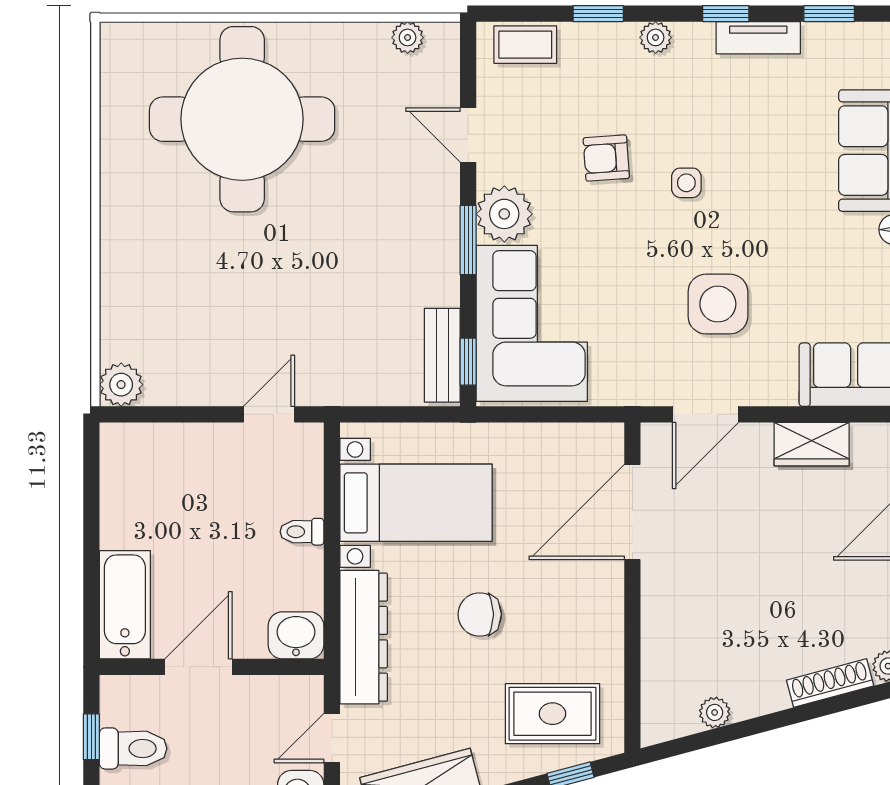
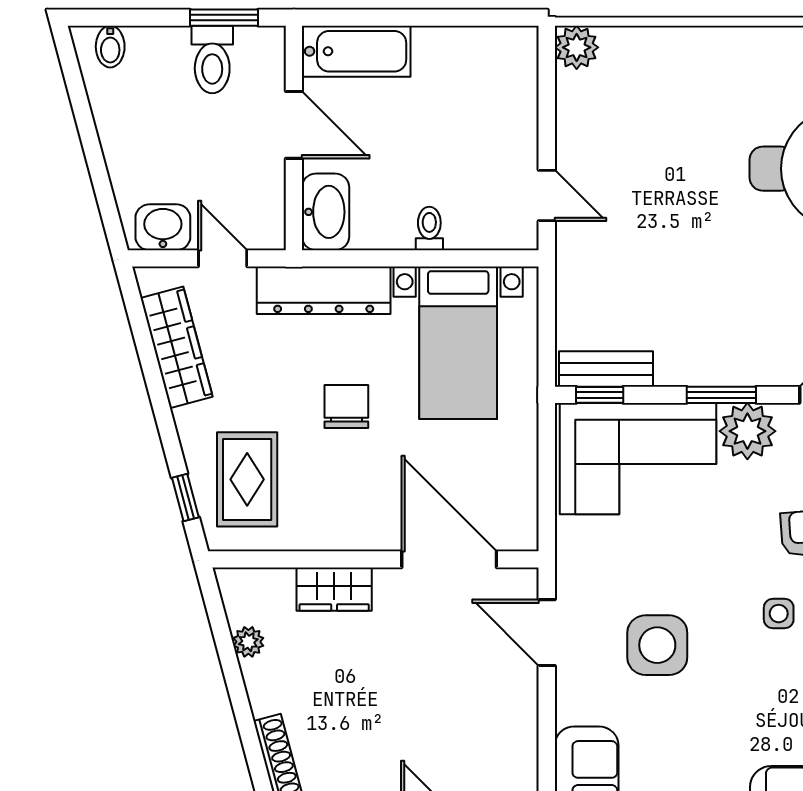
wardrobe: (812, 444) -> (334, 589), moved, turned -90
washbasin: (296, 635) -> (326, 212), width x1.38
window: (91, 737) -> (224, 18), width x1.50

